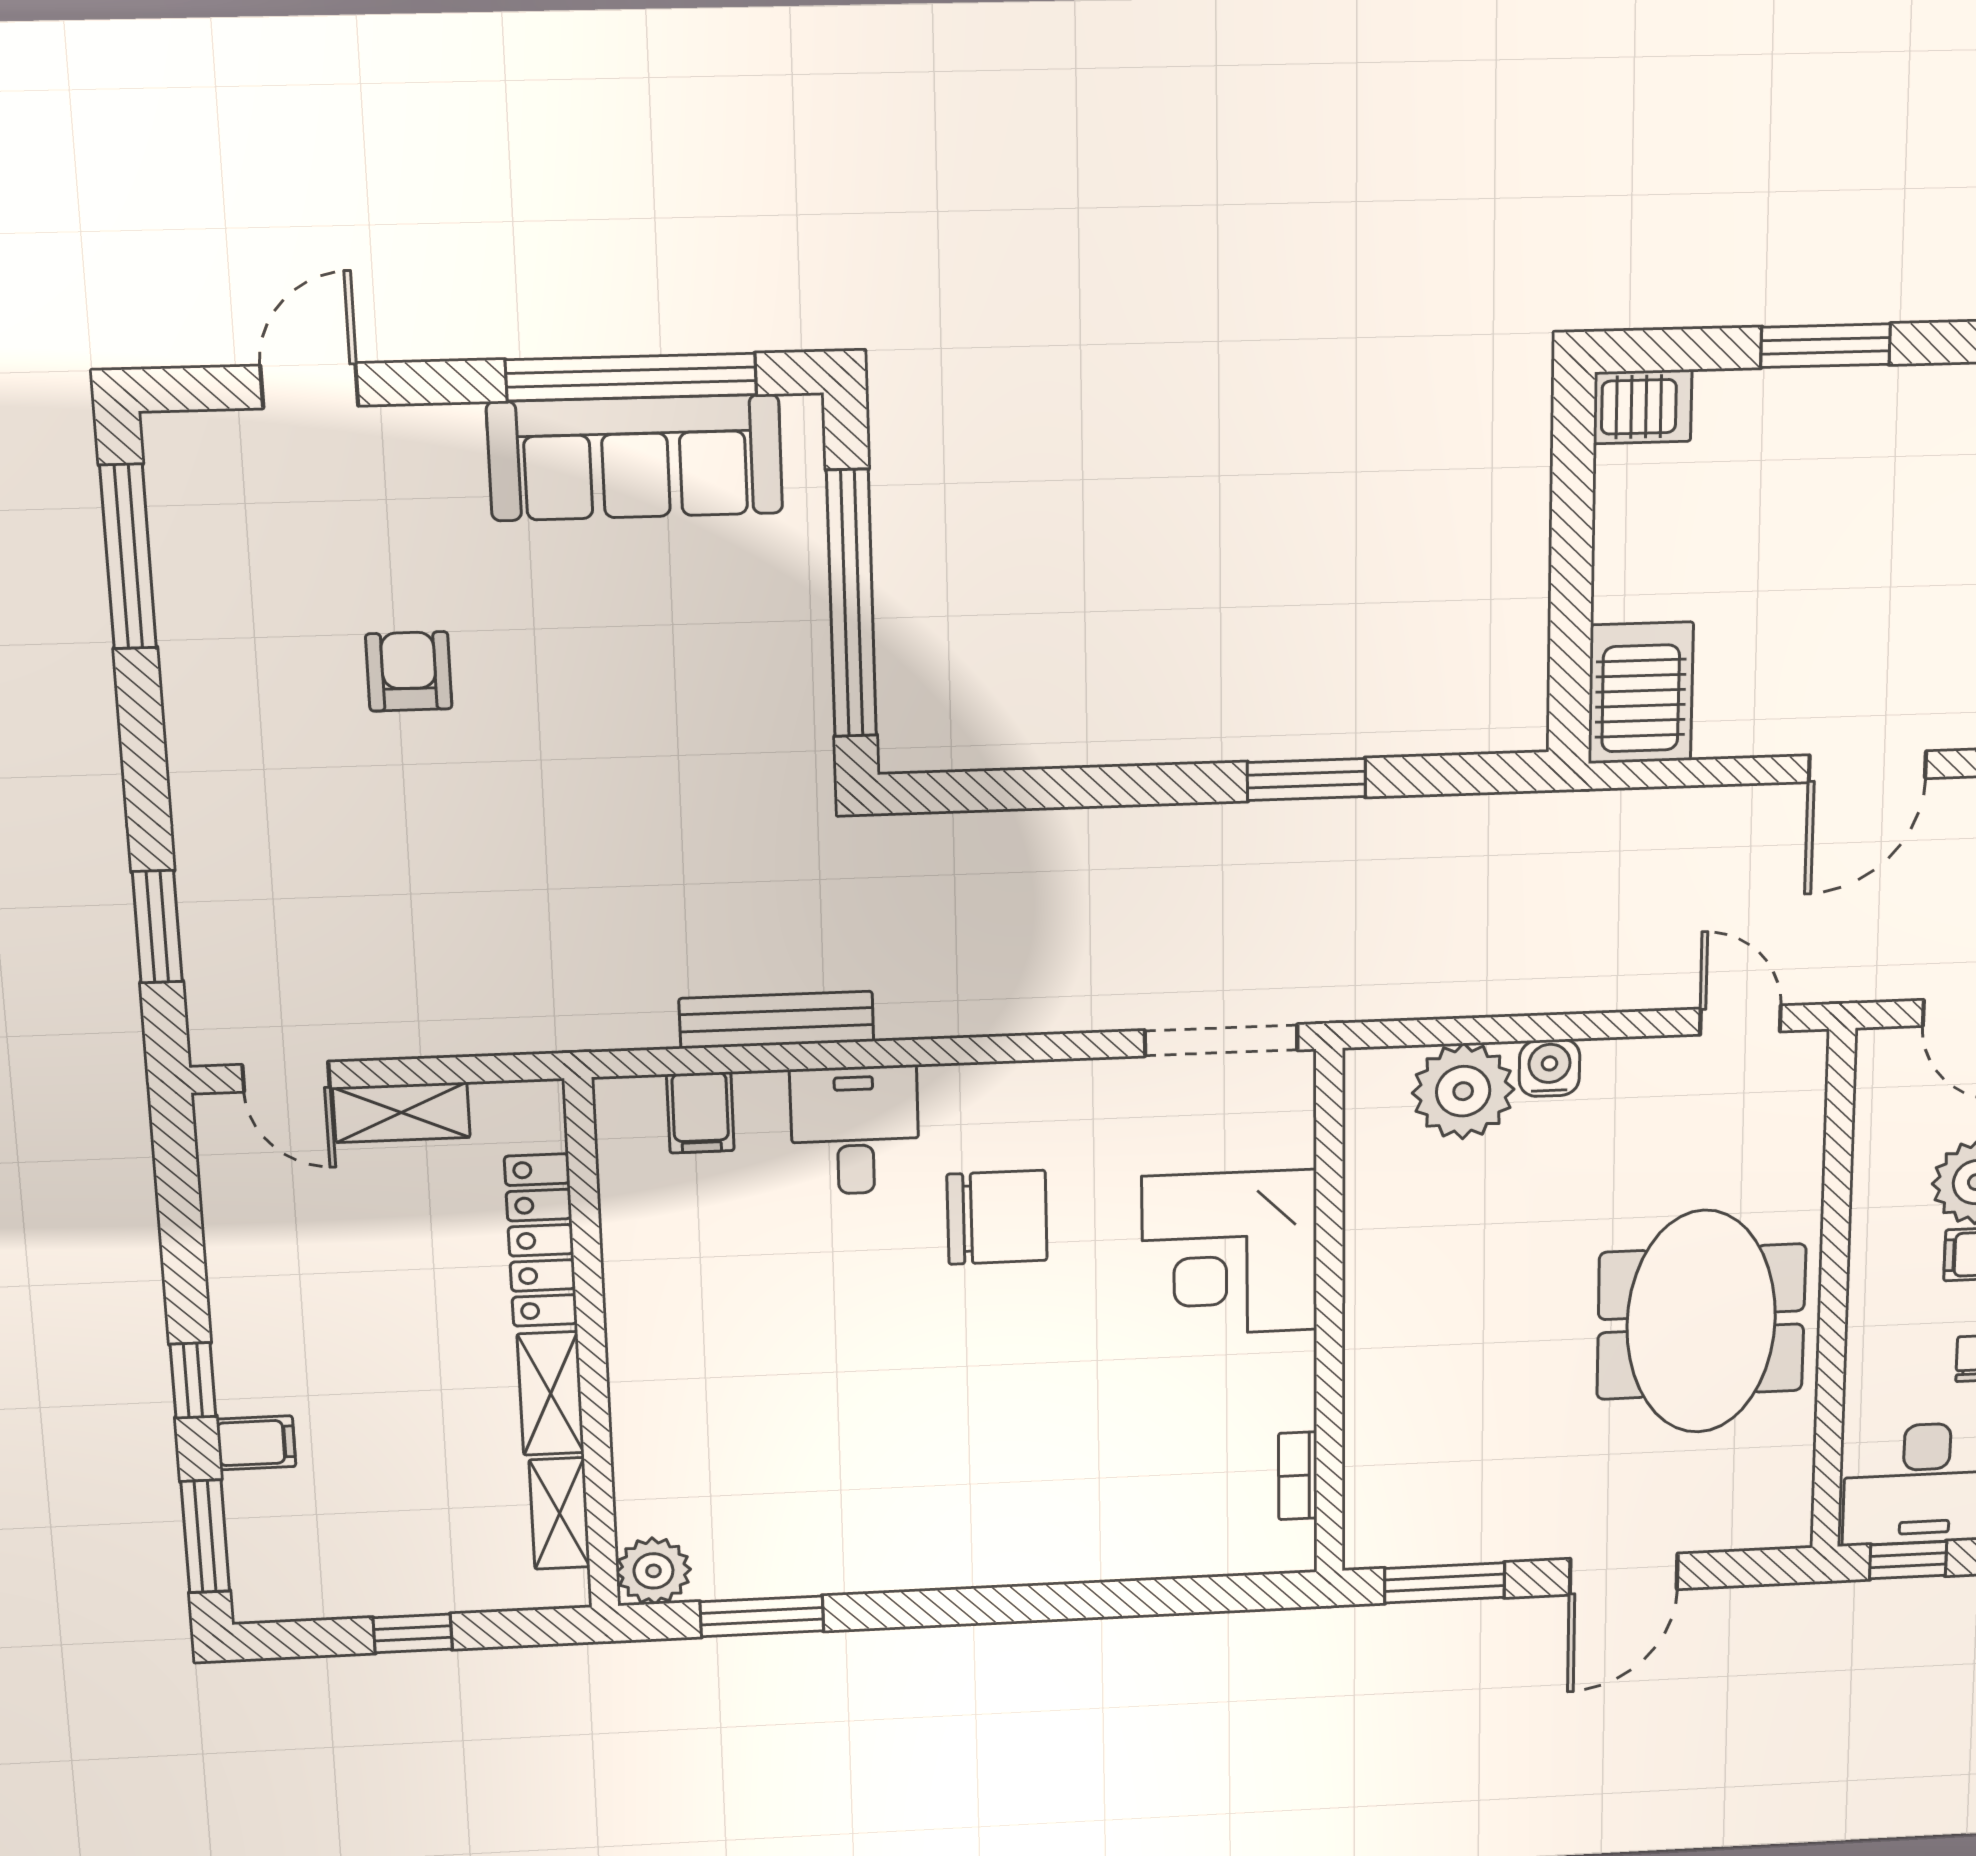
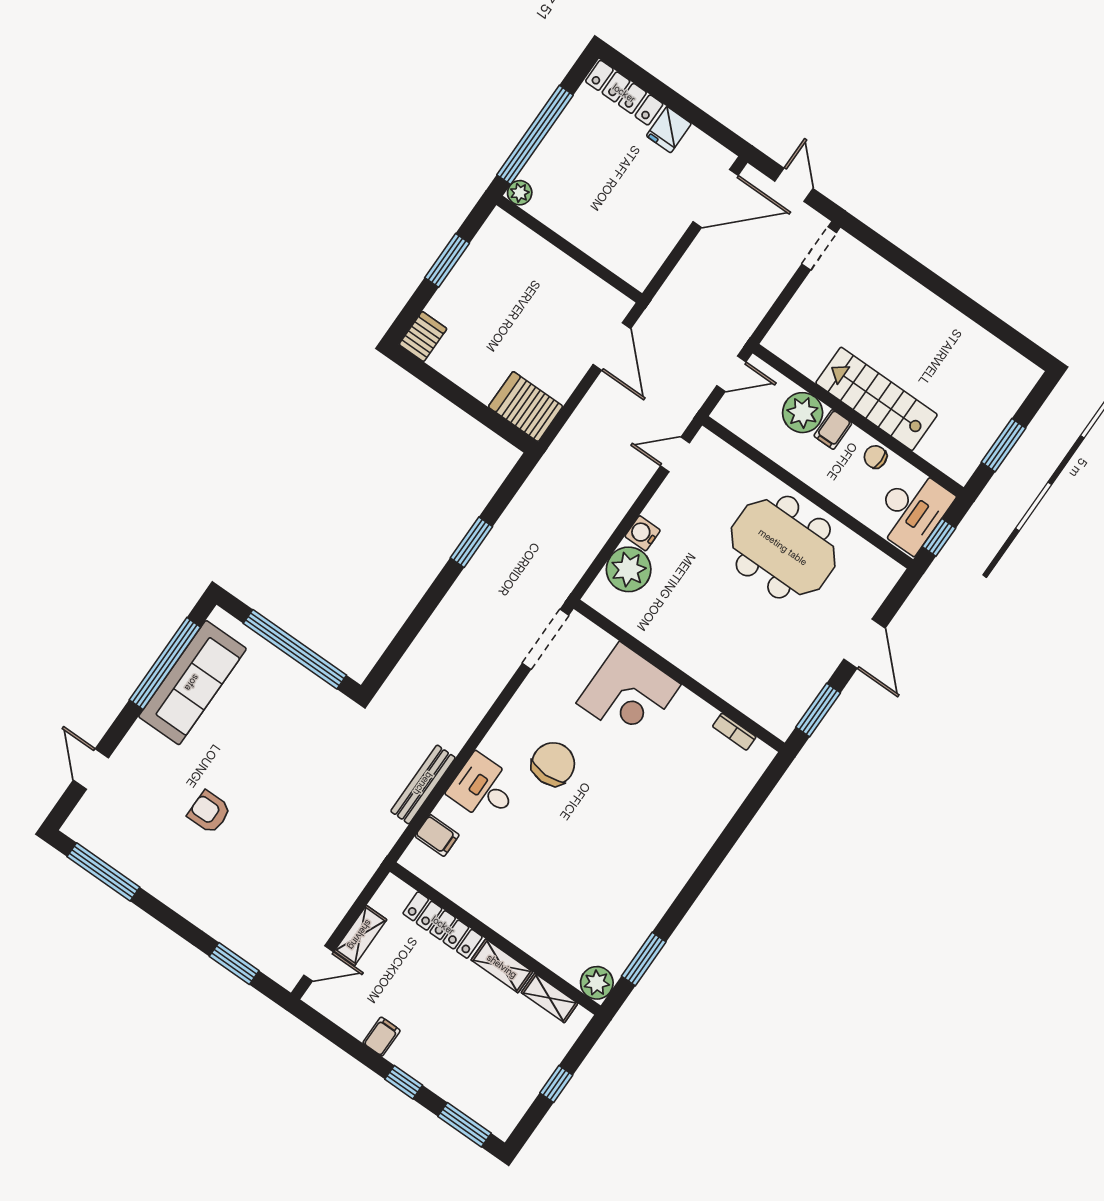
filing cabinet: (256, 1443) -> (382, 1037), moved

